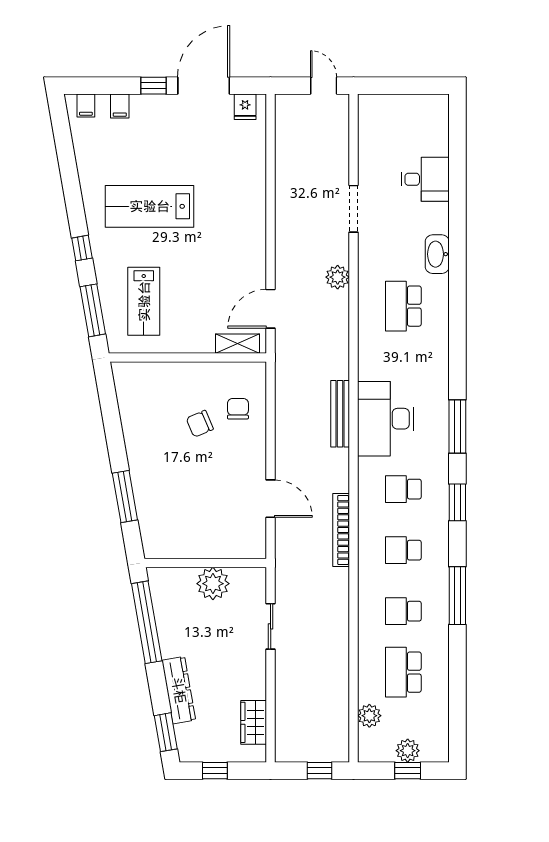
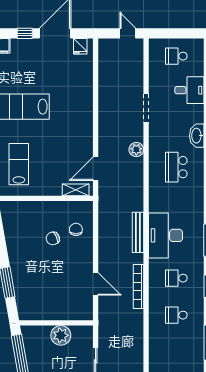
lab bench: (144, 301) -> (19, 164), turned 180
bookcase: (341, 530) -> (139, 287), moved
school desk: (403, 611) -> (176, 56), moved

